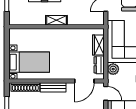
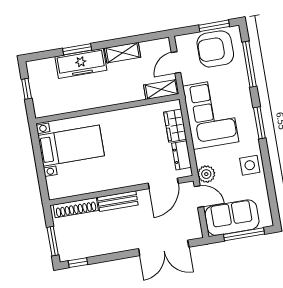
shelving: (56, 20) -> (161, 89), moved
bed with nightstands: (29, 62) -> (71, 146), moved
plant: (113, 69) -> (206, 174), moved

